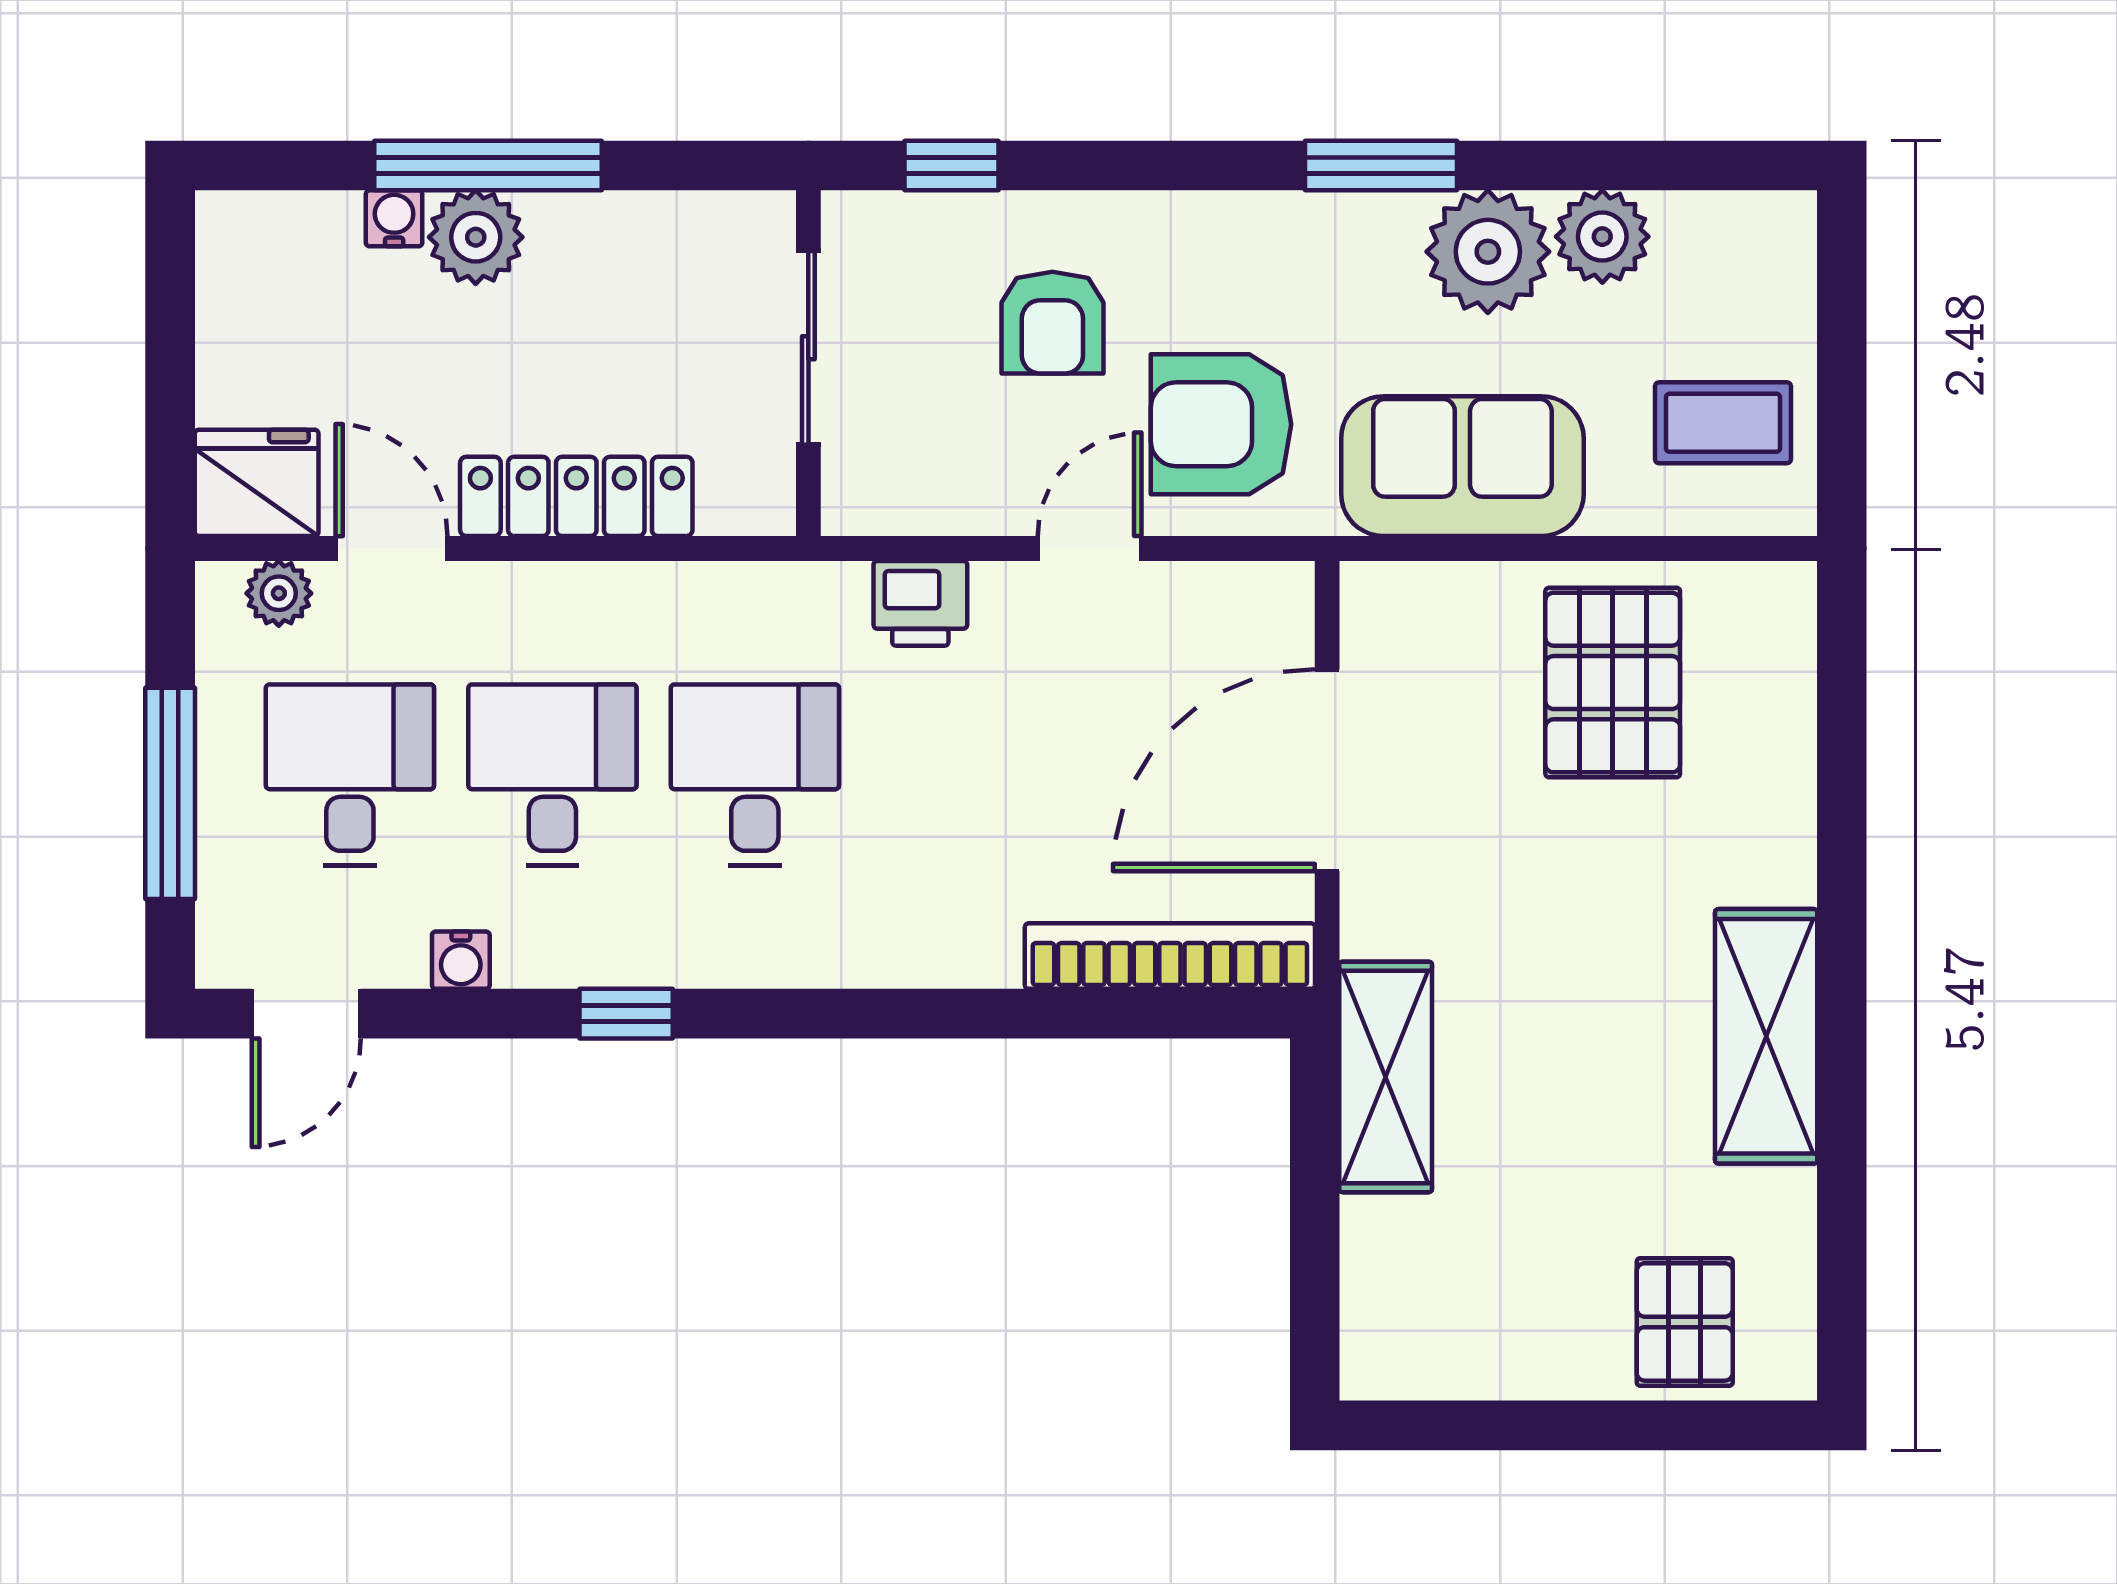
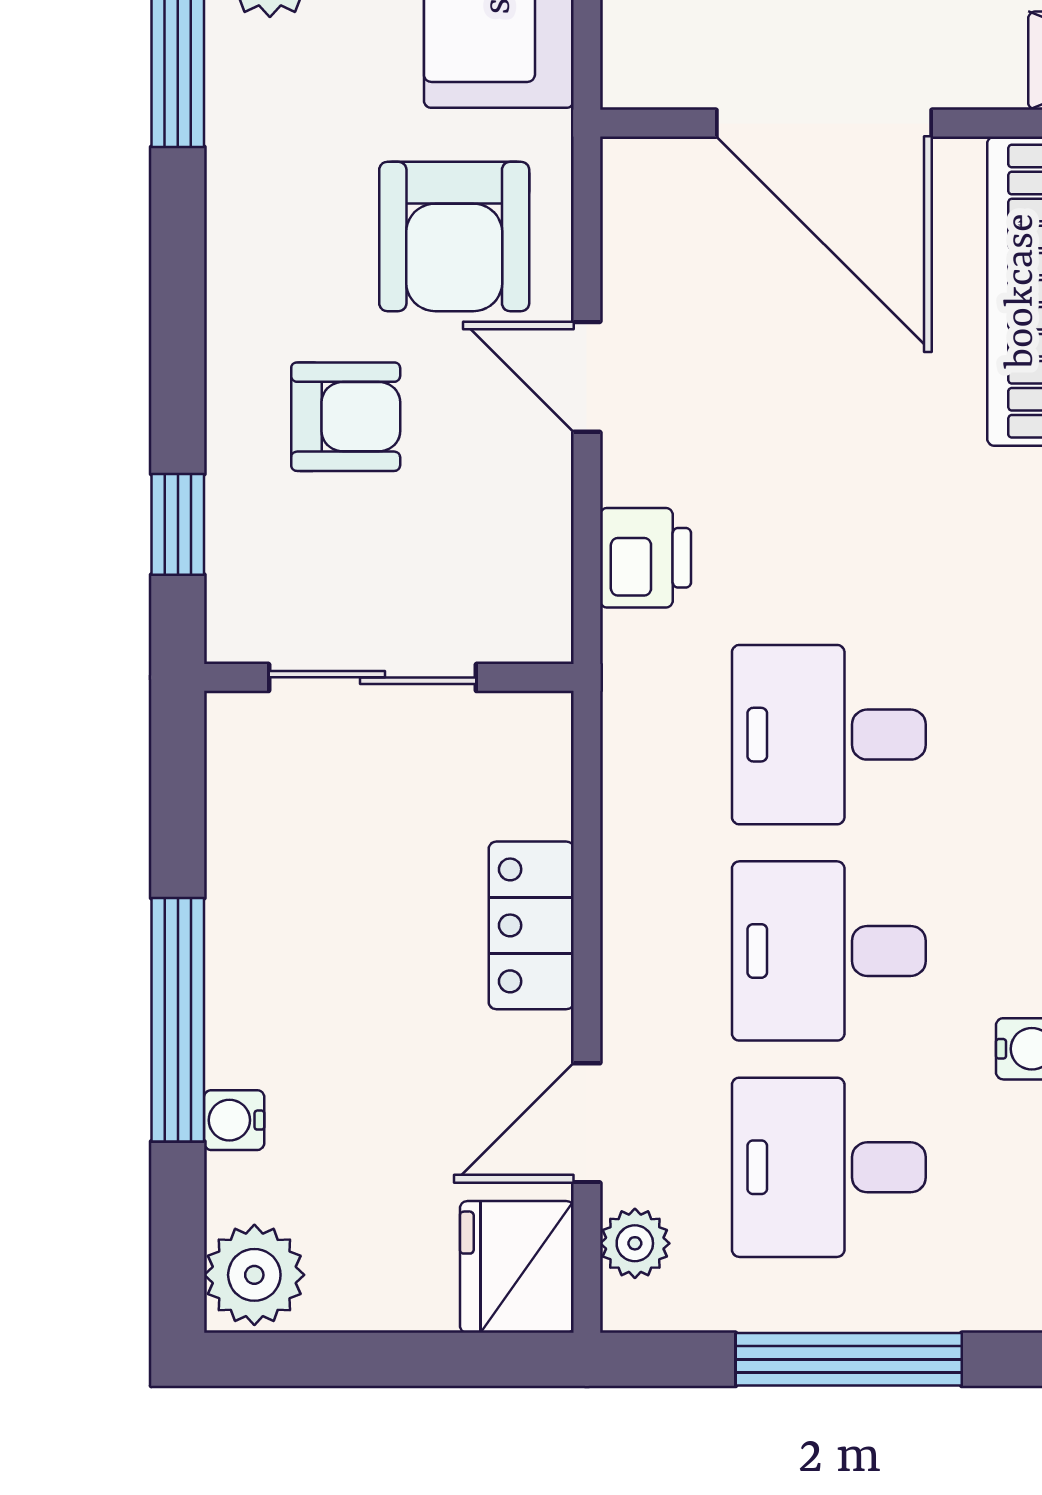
plant: (476, 237) -> (254, 1275), moved
locker: (576, 496) -> (531, 925), width x0.66

